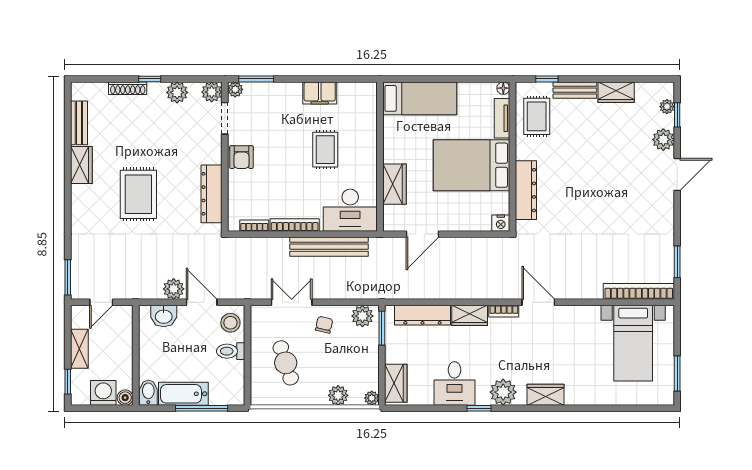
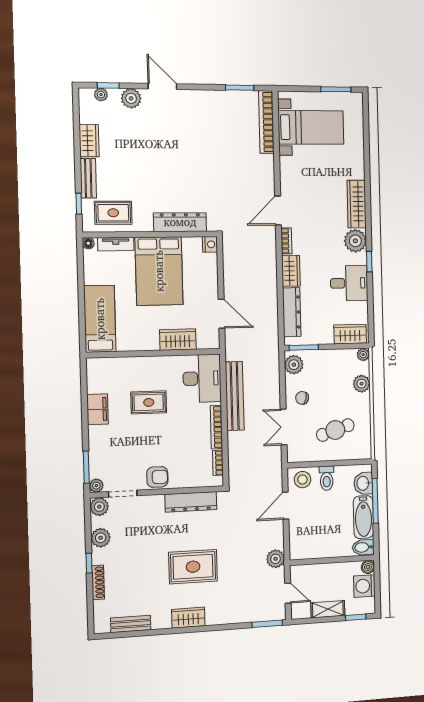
wardrobe: (81, 165) -> (188, 618), moved
plant: (174, 289) -> (276, 559), moved
washbasin: (164, 316) -> (363, 483), moved, turned 180
wardrobe: (546, 395) -> (357, 204), width x1.50

